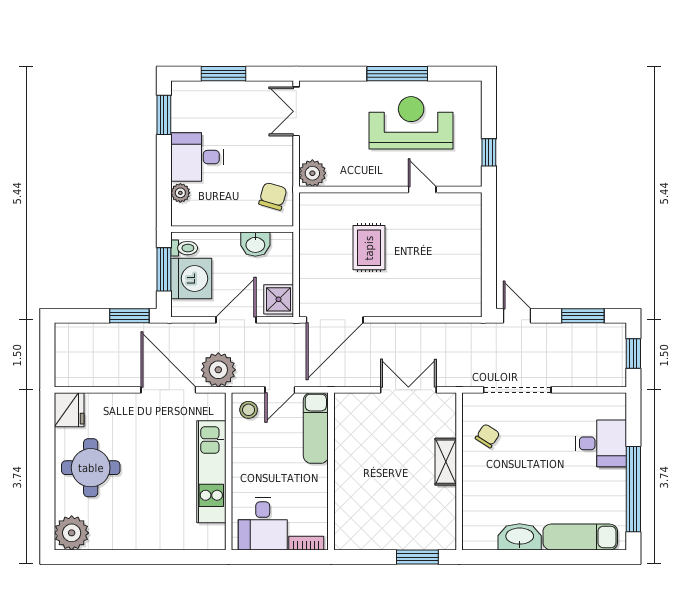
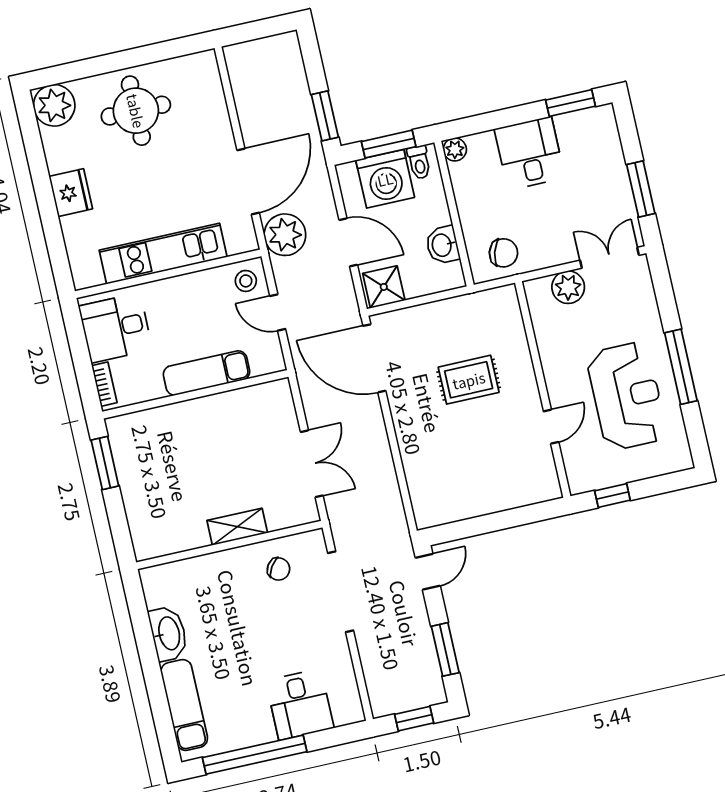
window: (223, 74) -> (641, 189), moved
plant: (312, 173) -> (568, 287), moved
plant: (180, 193) -> (455, 150), moved
fridge: (69, 410) -> (71, 193), moved, turned -90
exam couch: (316, 428) -> (206, 373), moved
window: (417, 557) -> (105, 463), moved

